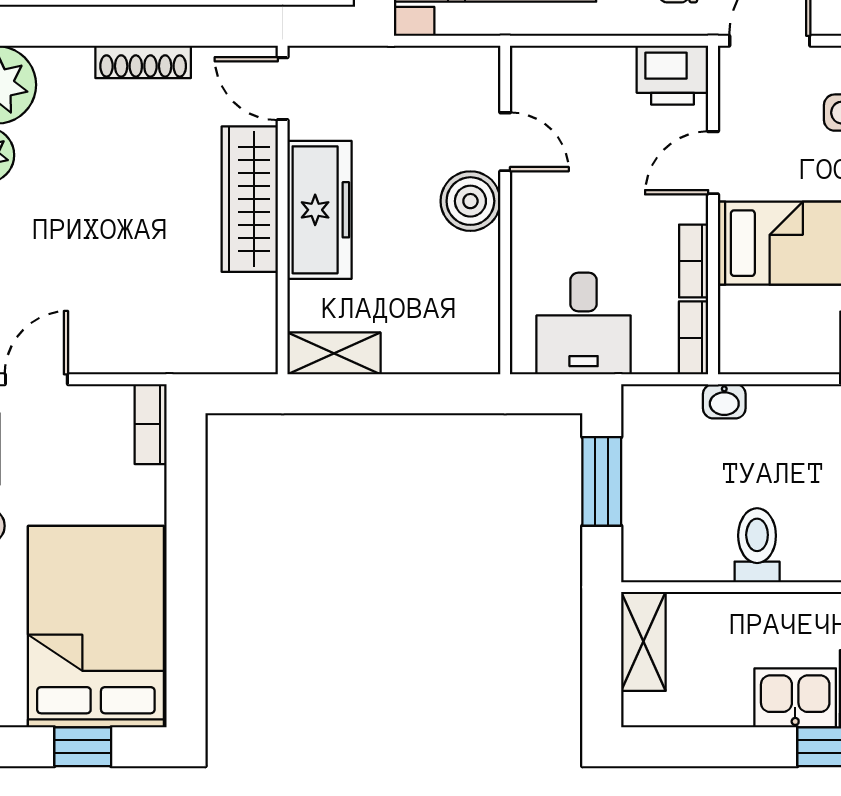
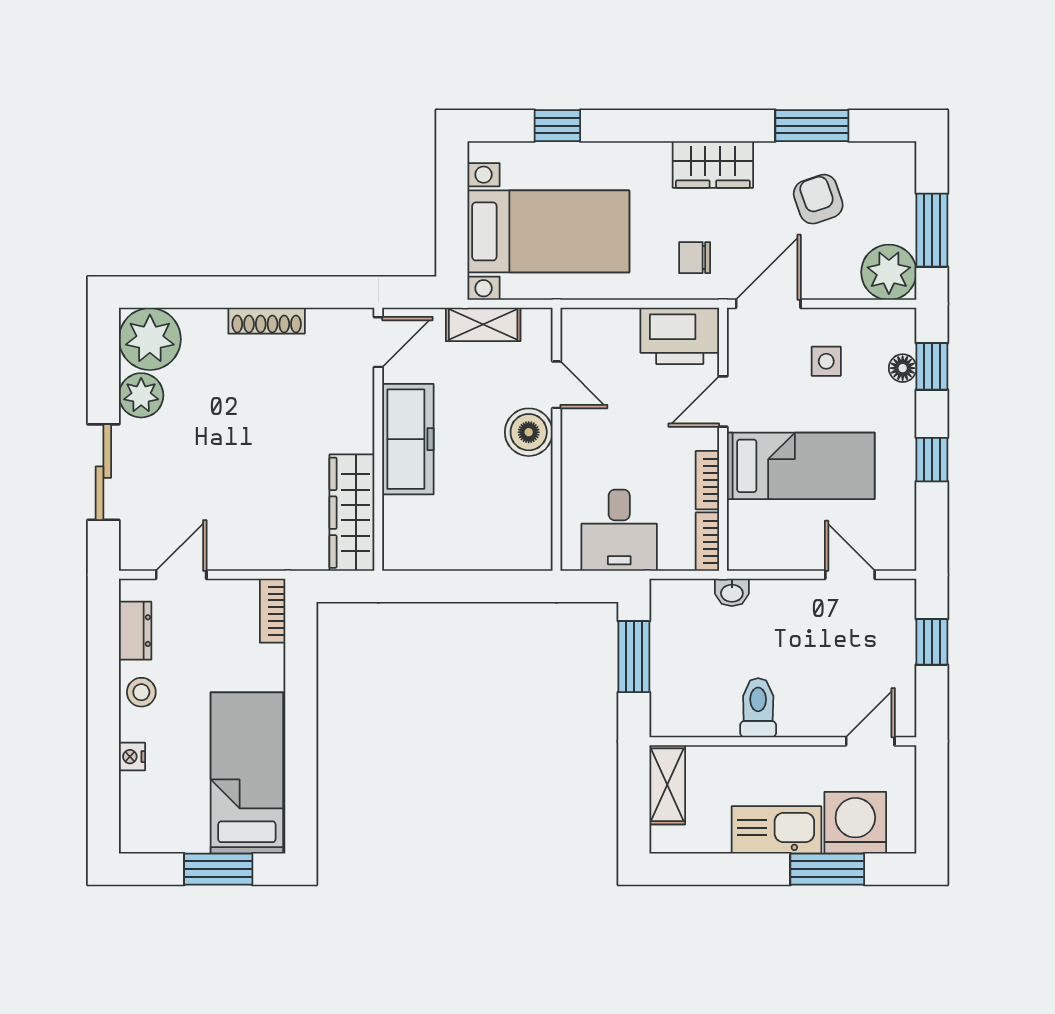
printer: (672, 75) -> (680, 336), width x1.37, depth x1.19
door: (283, 89) -> (378, 342), swing flipped
wardrobe: (250, 199) -> (352, 513), moved
shelving: (334, 353) -> (483, 324), moved
bed: (96, 627) -> (247, 773), width x0.67
kitchen sink: (795, 698) -> (776, 830), width x1.38
window: (83, 747) -> (218, 869), width x1.50

